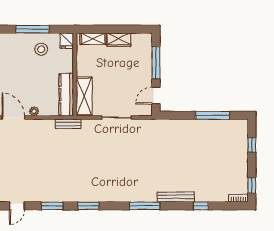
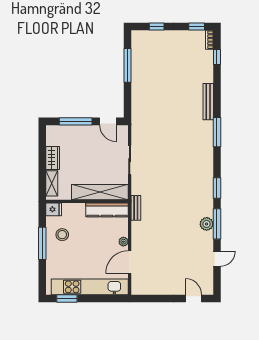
shelving: (84, 96) -> (100, 192), width x1.47
plant: (52, 195) -> (207, 224), added
door: (17, 206) -> (217, 259), hinge flipped
window: (52, 206) -> (217, 224), width x1.44
window: (201, 206) -> (217, 57), moved

